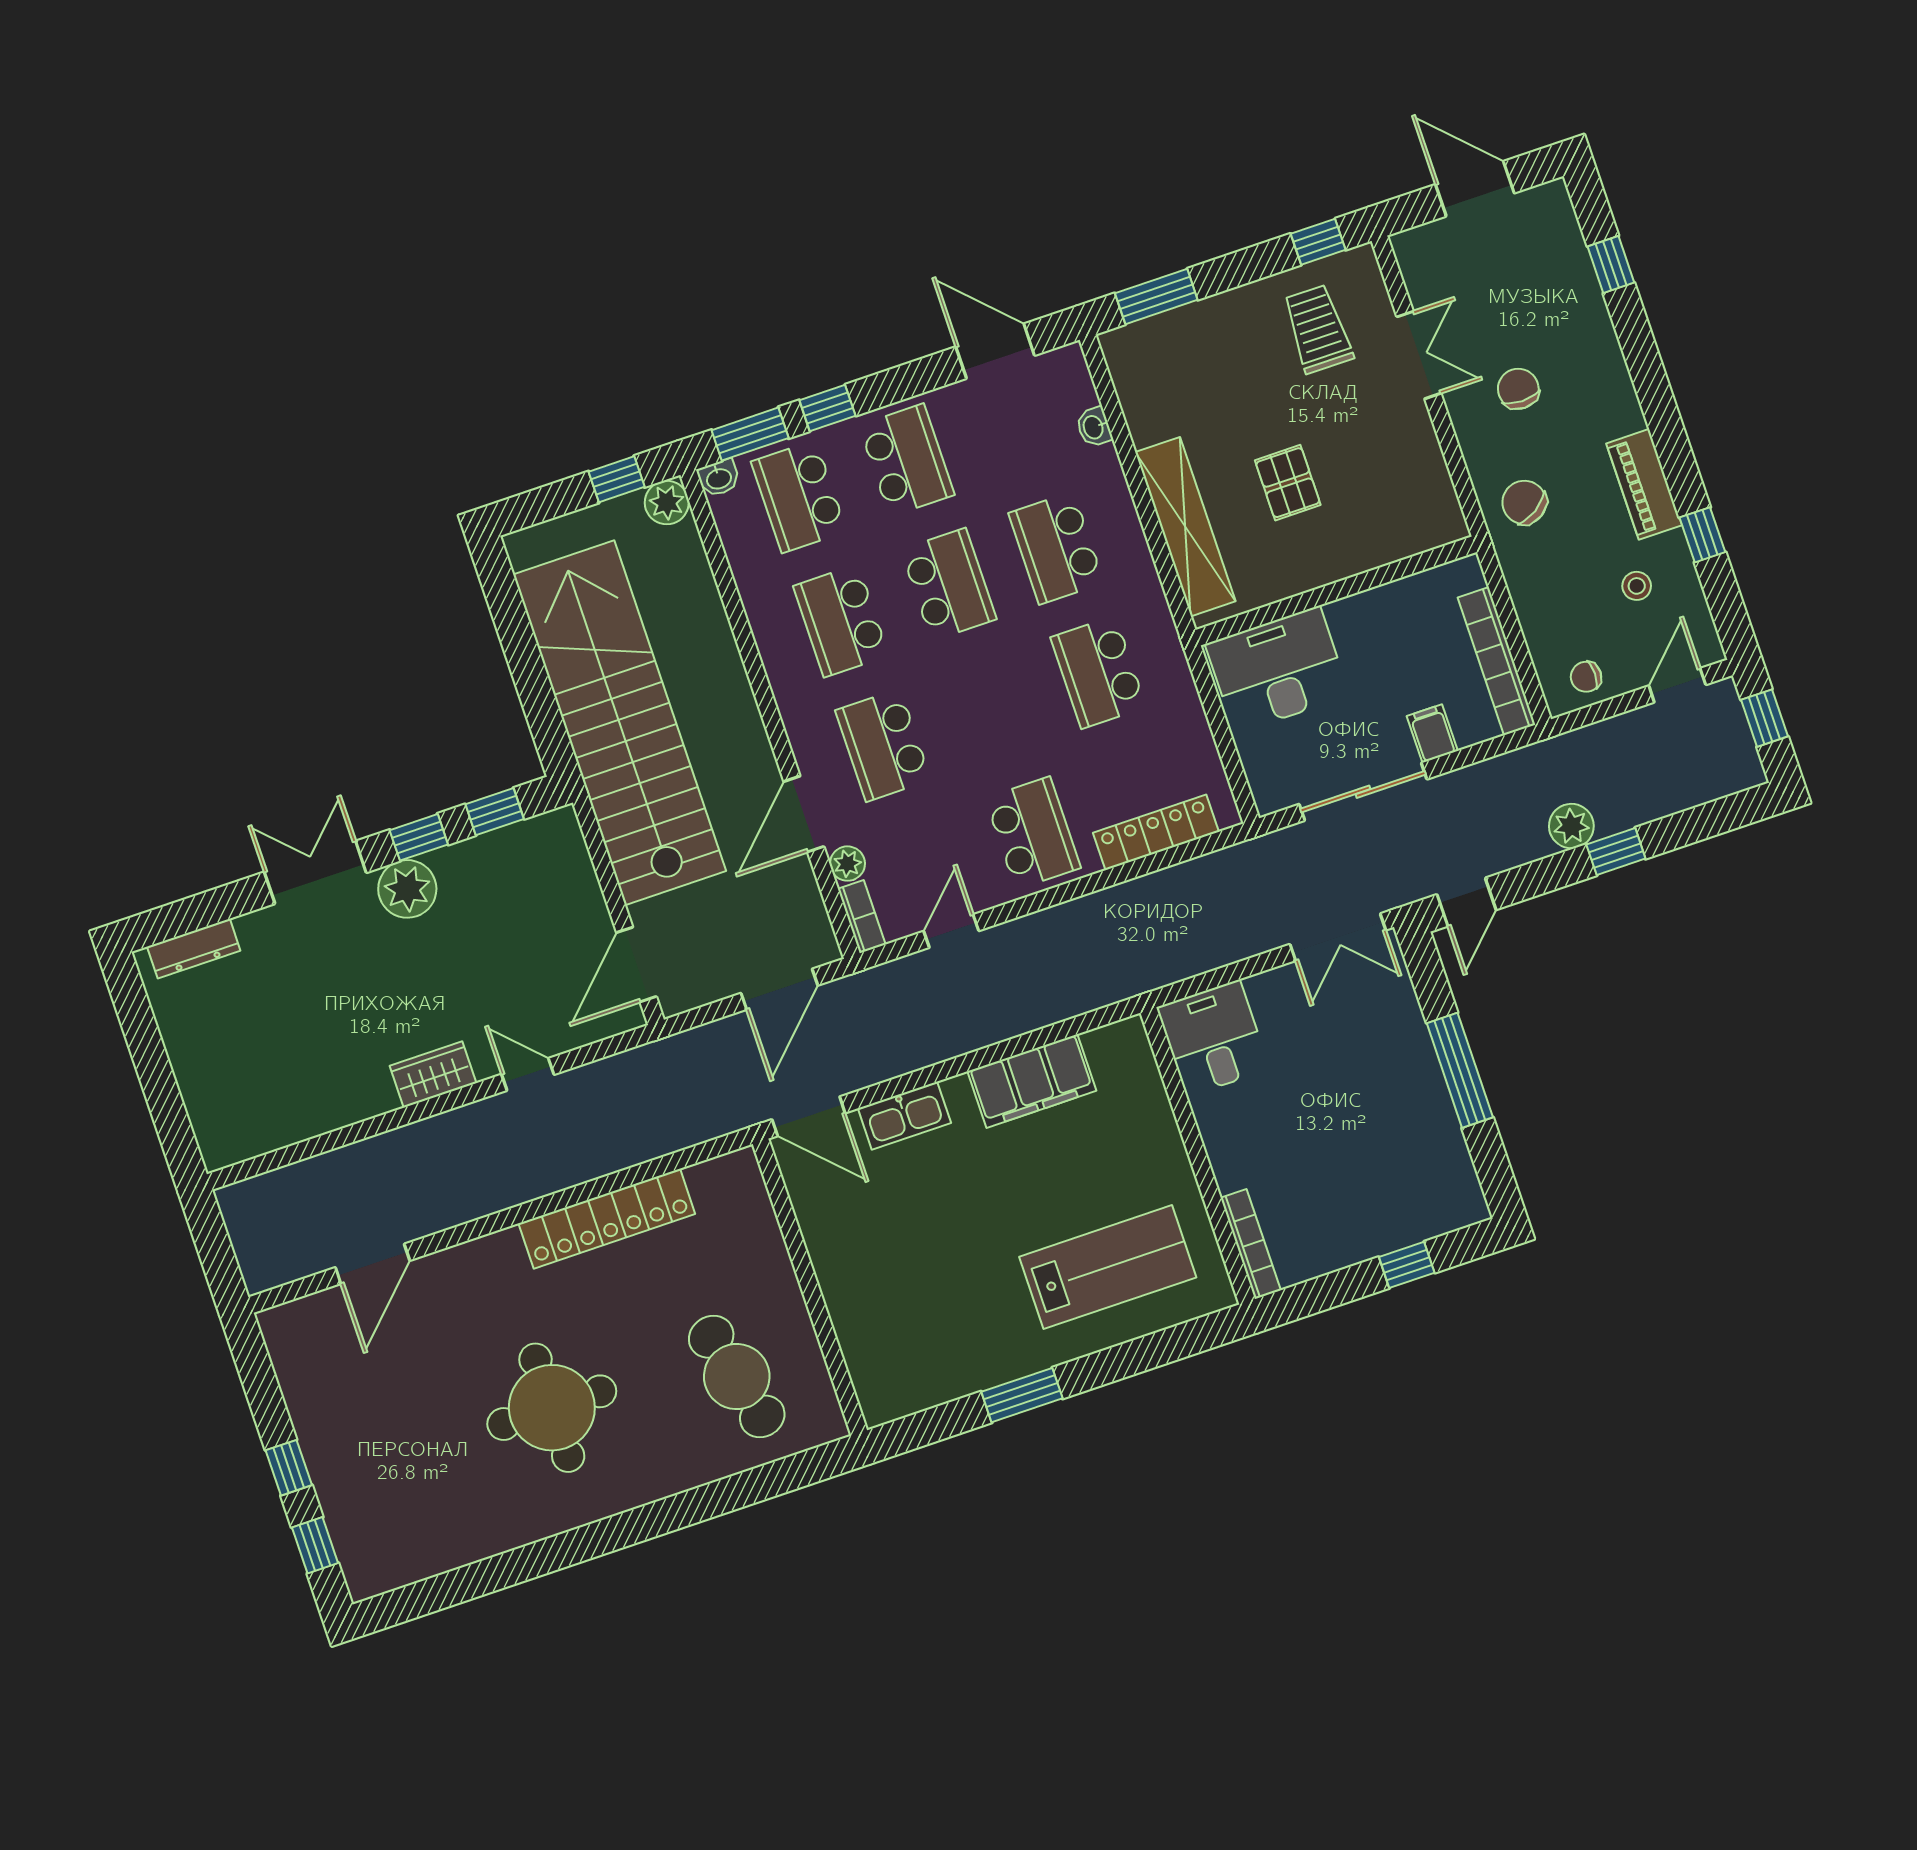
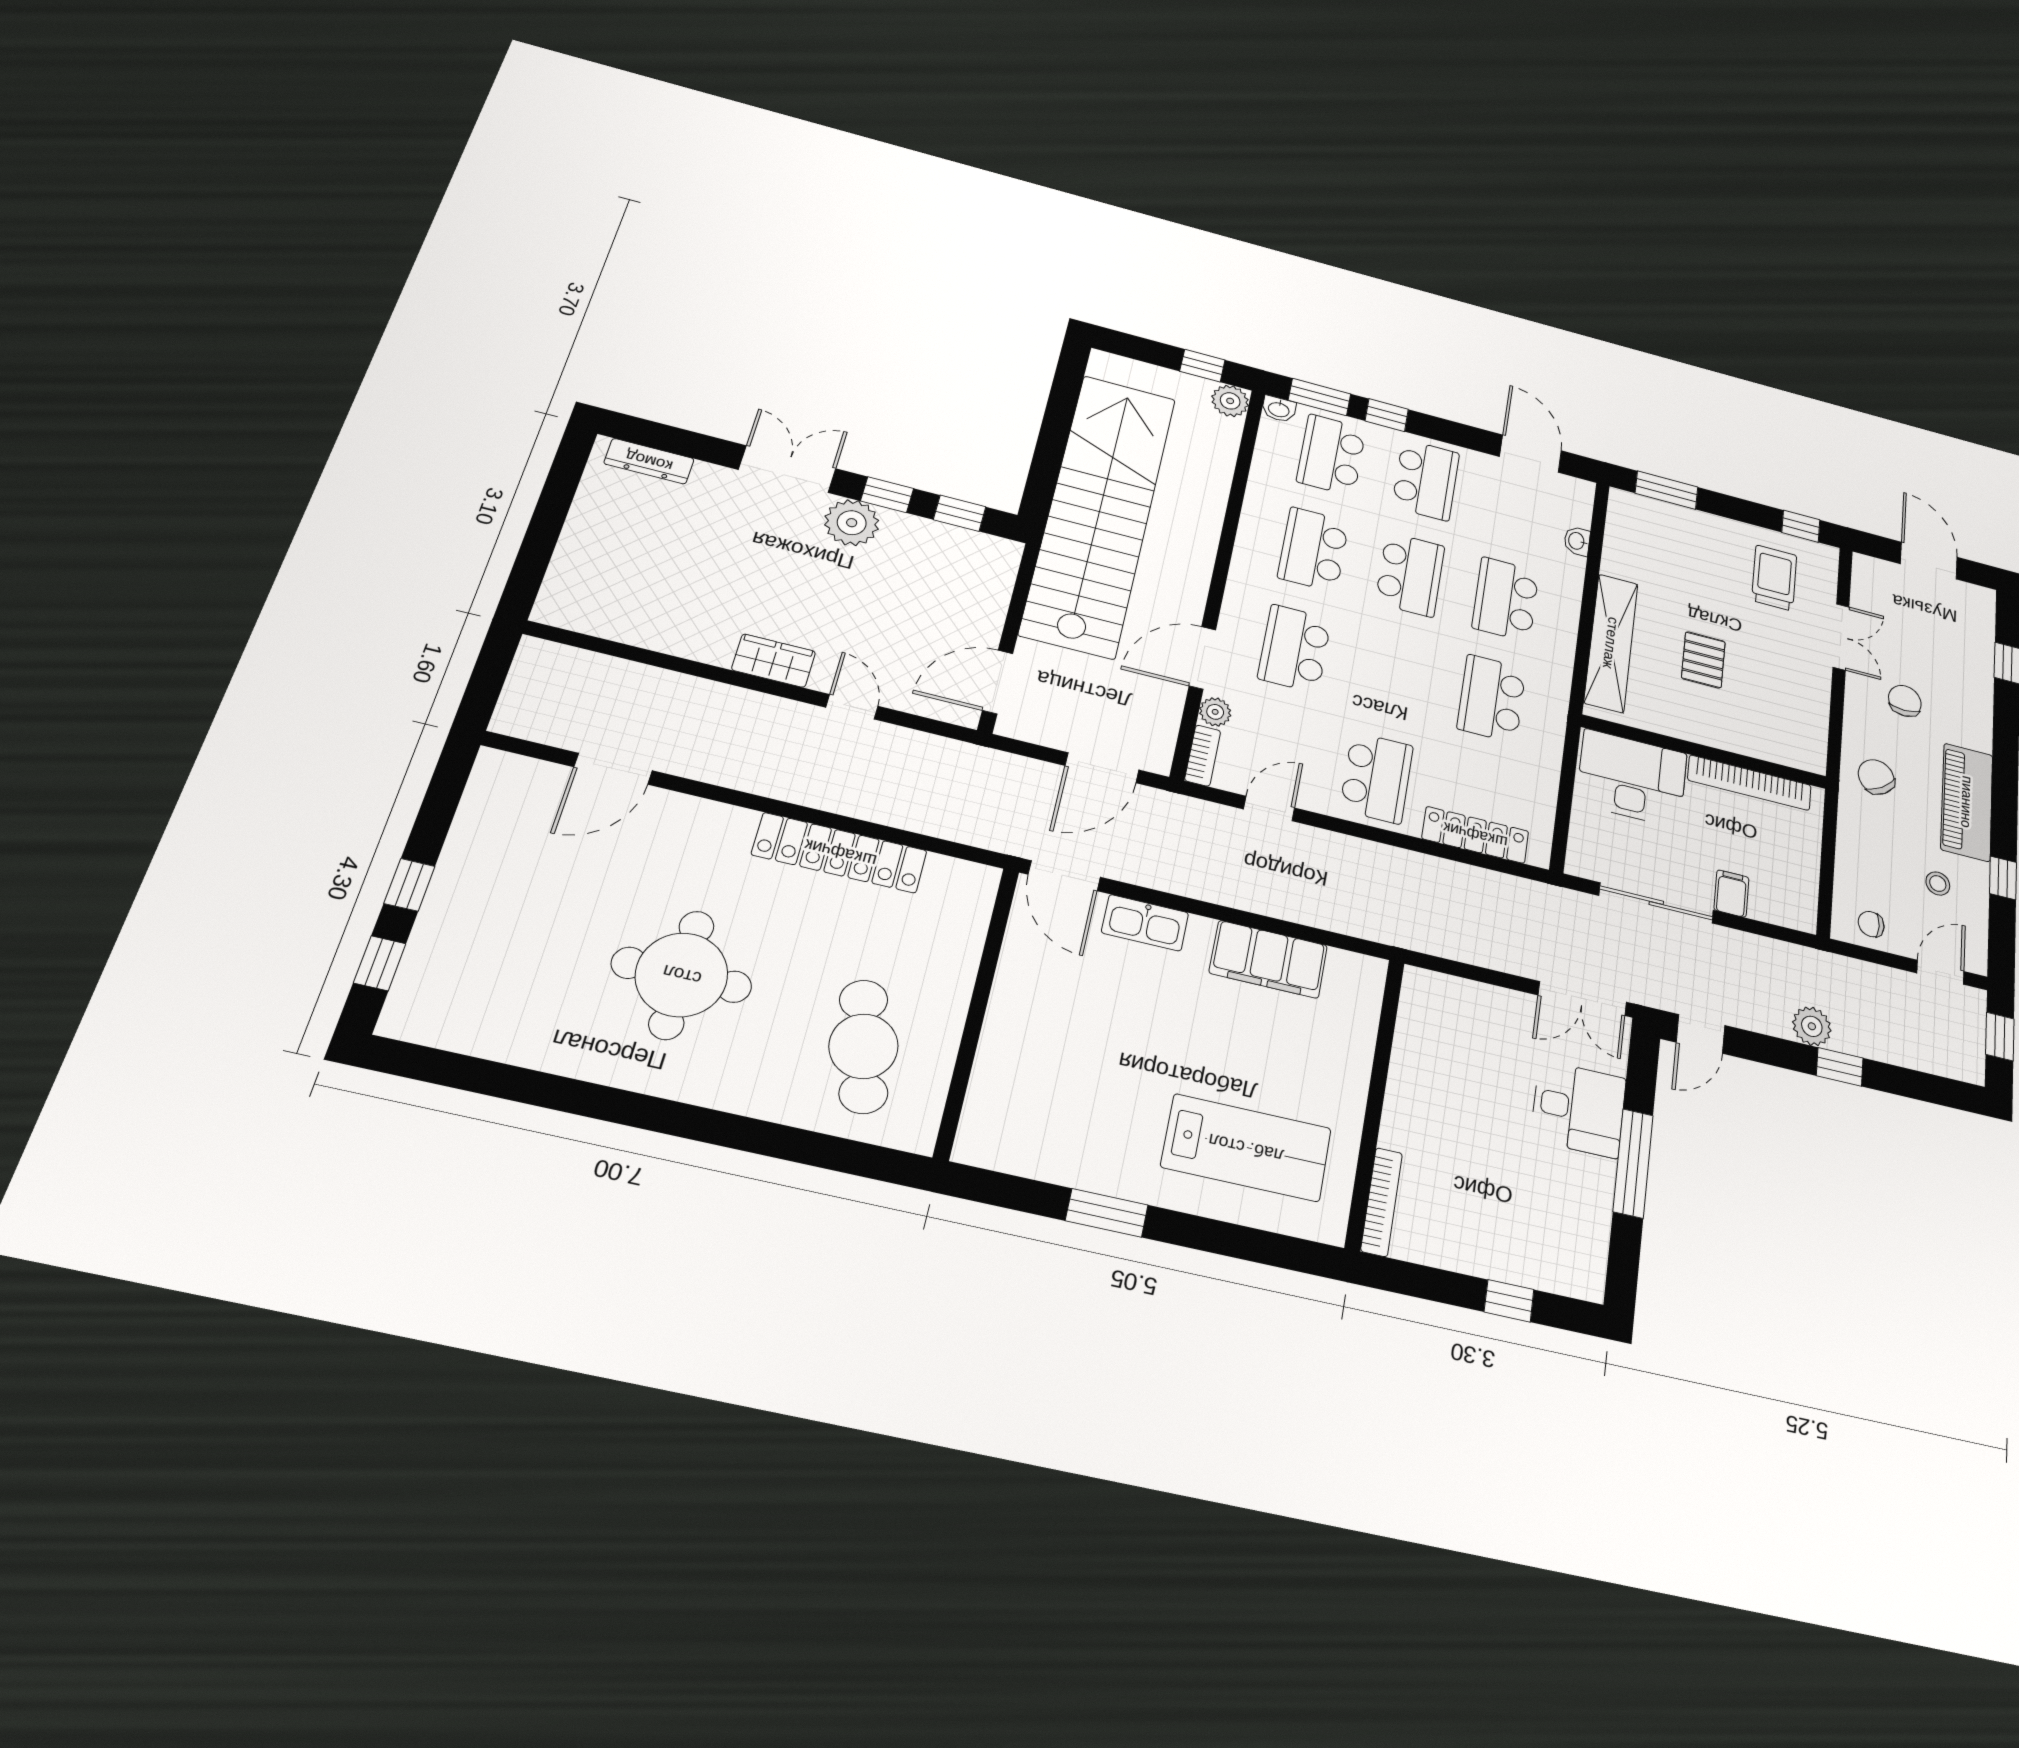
piano: (1644, 484) -> (1967, 802), width x1.37, depth x1.33
bookcase: (1497, 661) -> (1749, 783), moved, turned -90
desk: (1213, 1038) -> (1578, 1109), moved, turned 90

